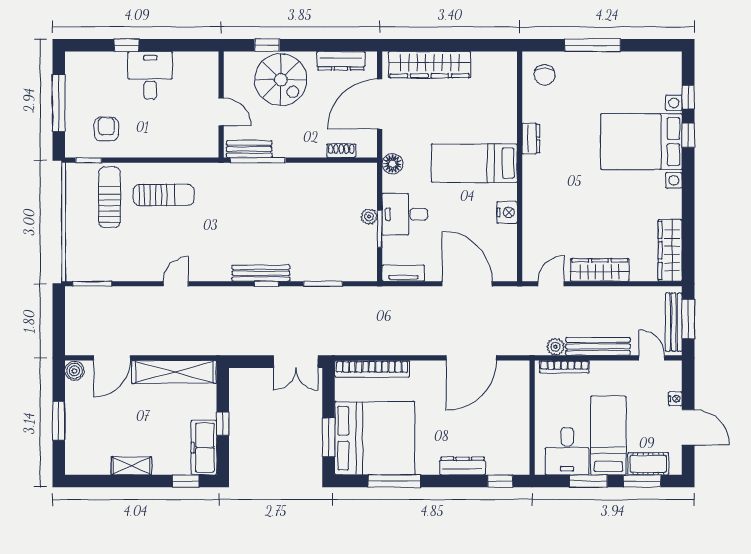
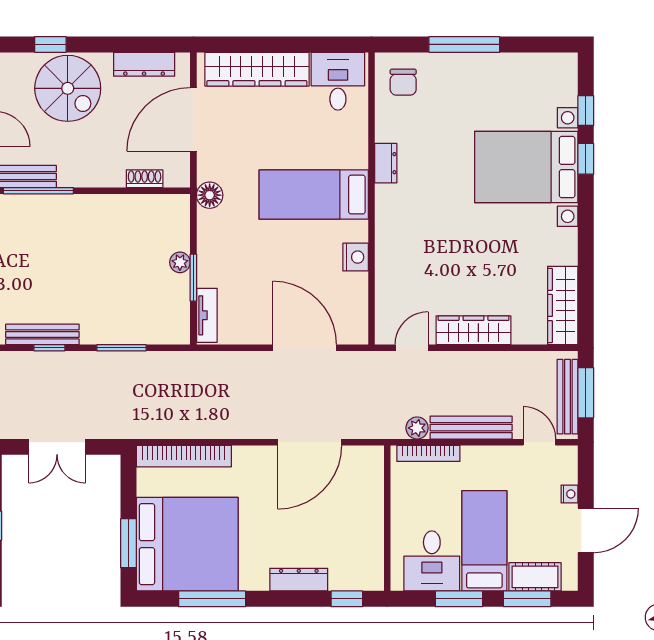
desk: (405, 214) -> (338, 81), moved, turned 90
tv unit: (403, 273) -> (207, 315), moved, turned 90
double door: (296, 362) -> (57, 447), moved
door: (688, 427) -> (586, 530), hinge flipped

